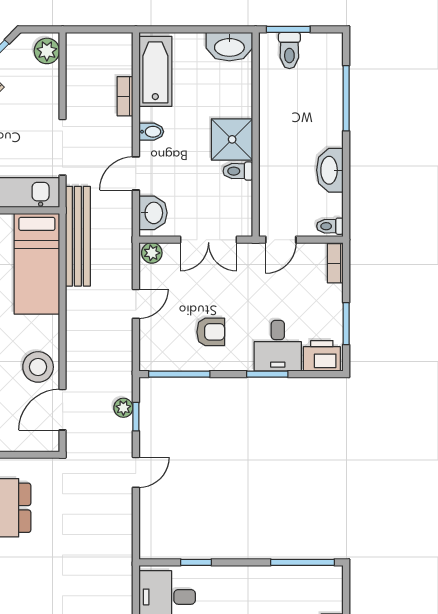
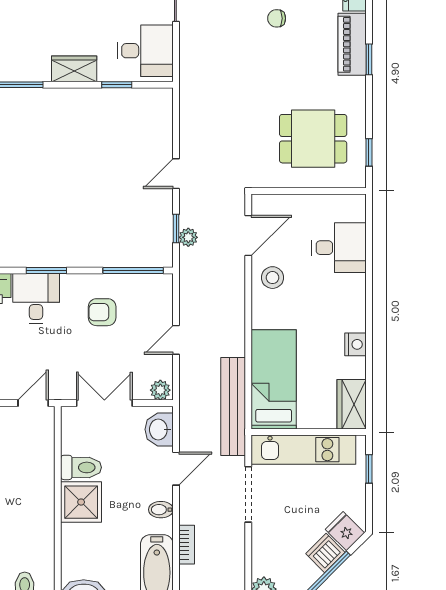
toilet: (238, 171) -> (81, 467), width x1.37, depth x1.39
stool: (38, 367) -> (272, 278), width x0.73, depth x0.73
wardrobe: (239, 579) -> (74, 69), added

